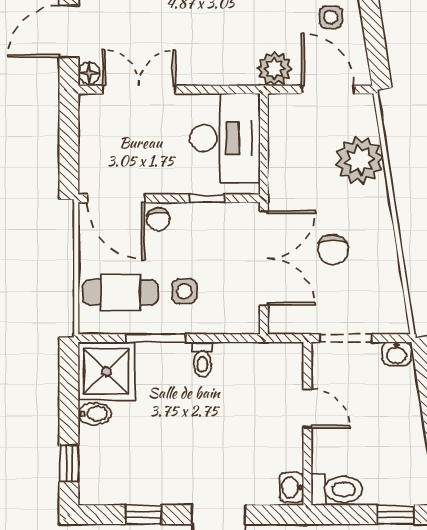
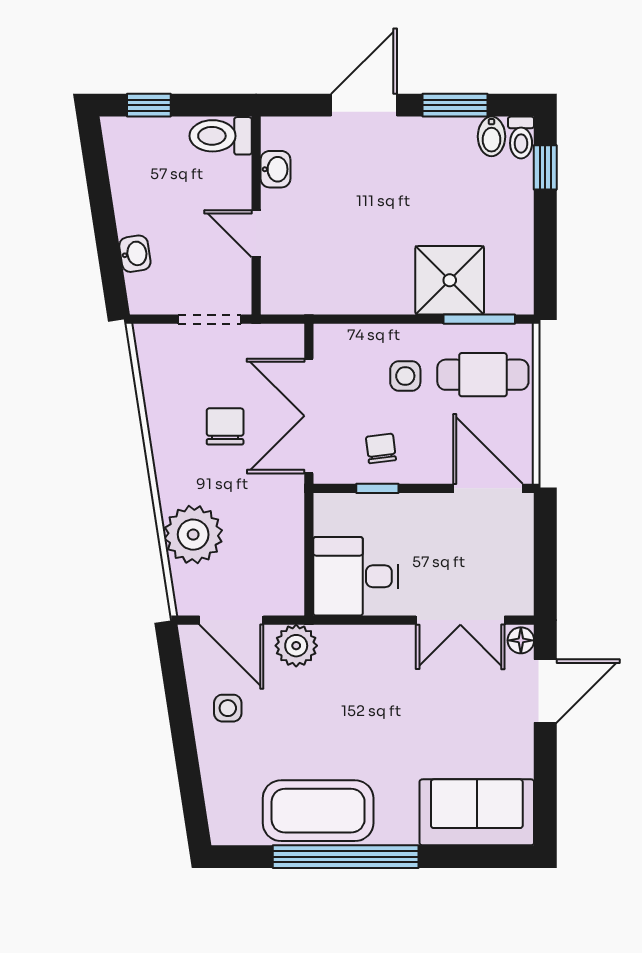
desk: (225, 138) -> (356, 576), width x0.73
chair: (158, 219) -> (381, 448), moved
window: (156, 338) -> (479, 319), moved
washbasin: (397, 354) -> (135, 254), moved, turned 81
toilet: (202, 359) -> (521, 138), moved, turned 180
shower: (106, 372) -> (450, 280), moved
bidet: (95, 414) -> (492, 136), moved, turned -90
washbasin: (291, 487) -> (275, 169), moved
window: (143, 515) -> (455, 105), width x1.50

